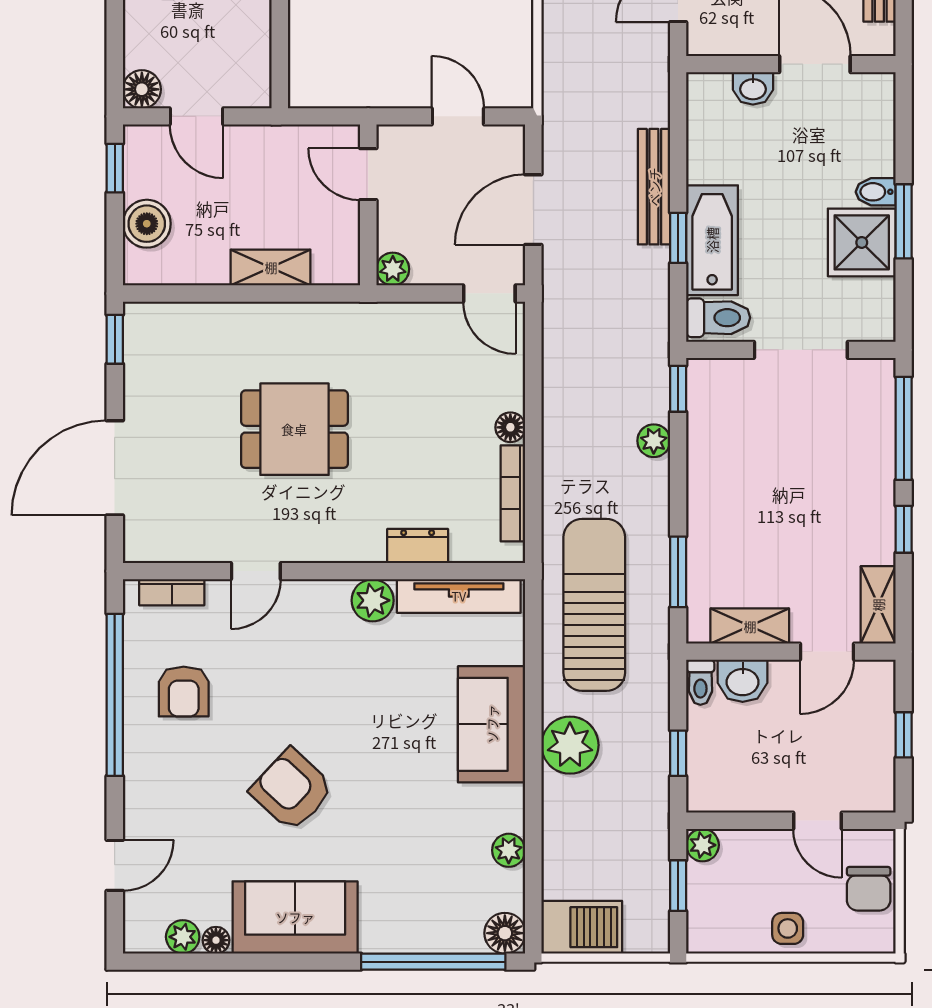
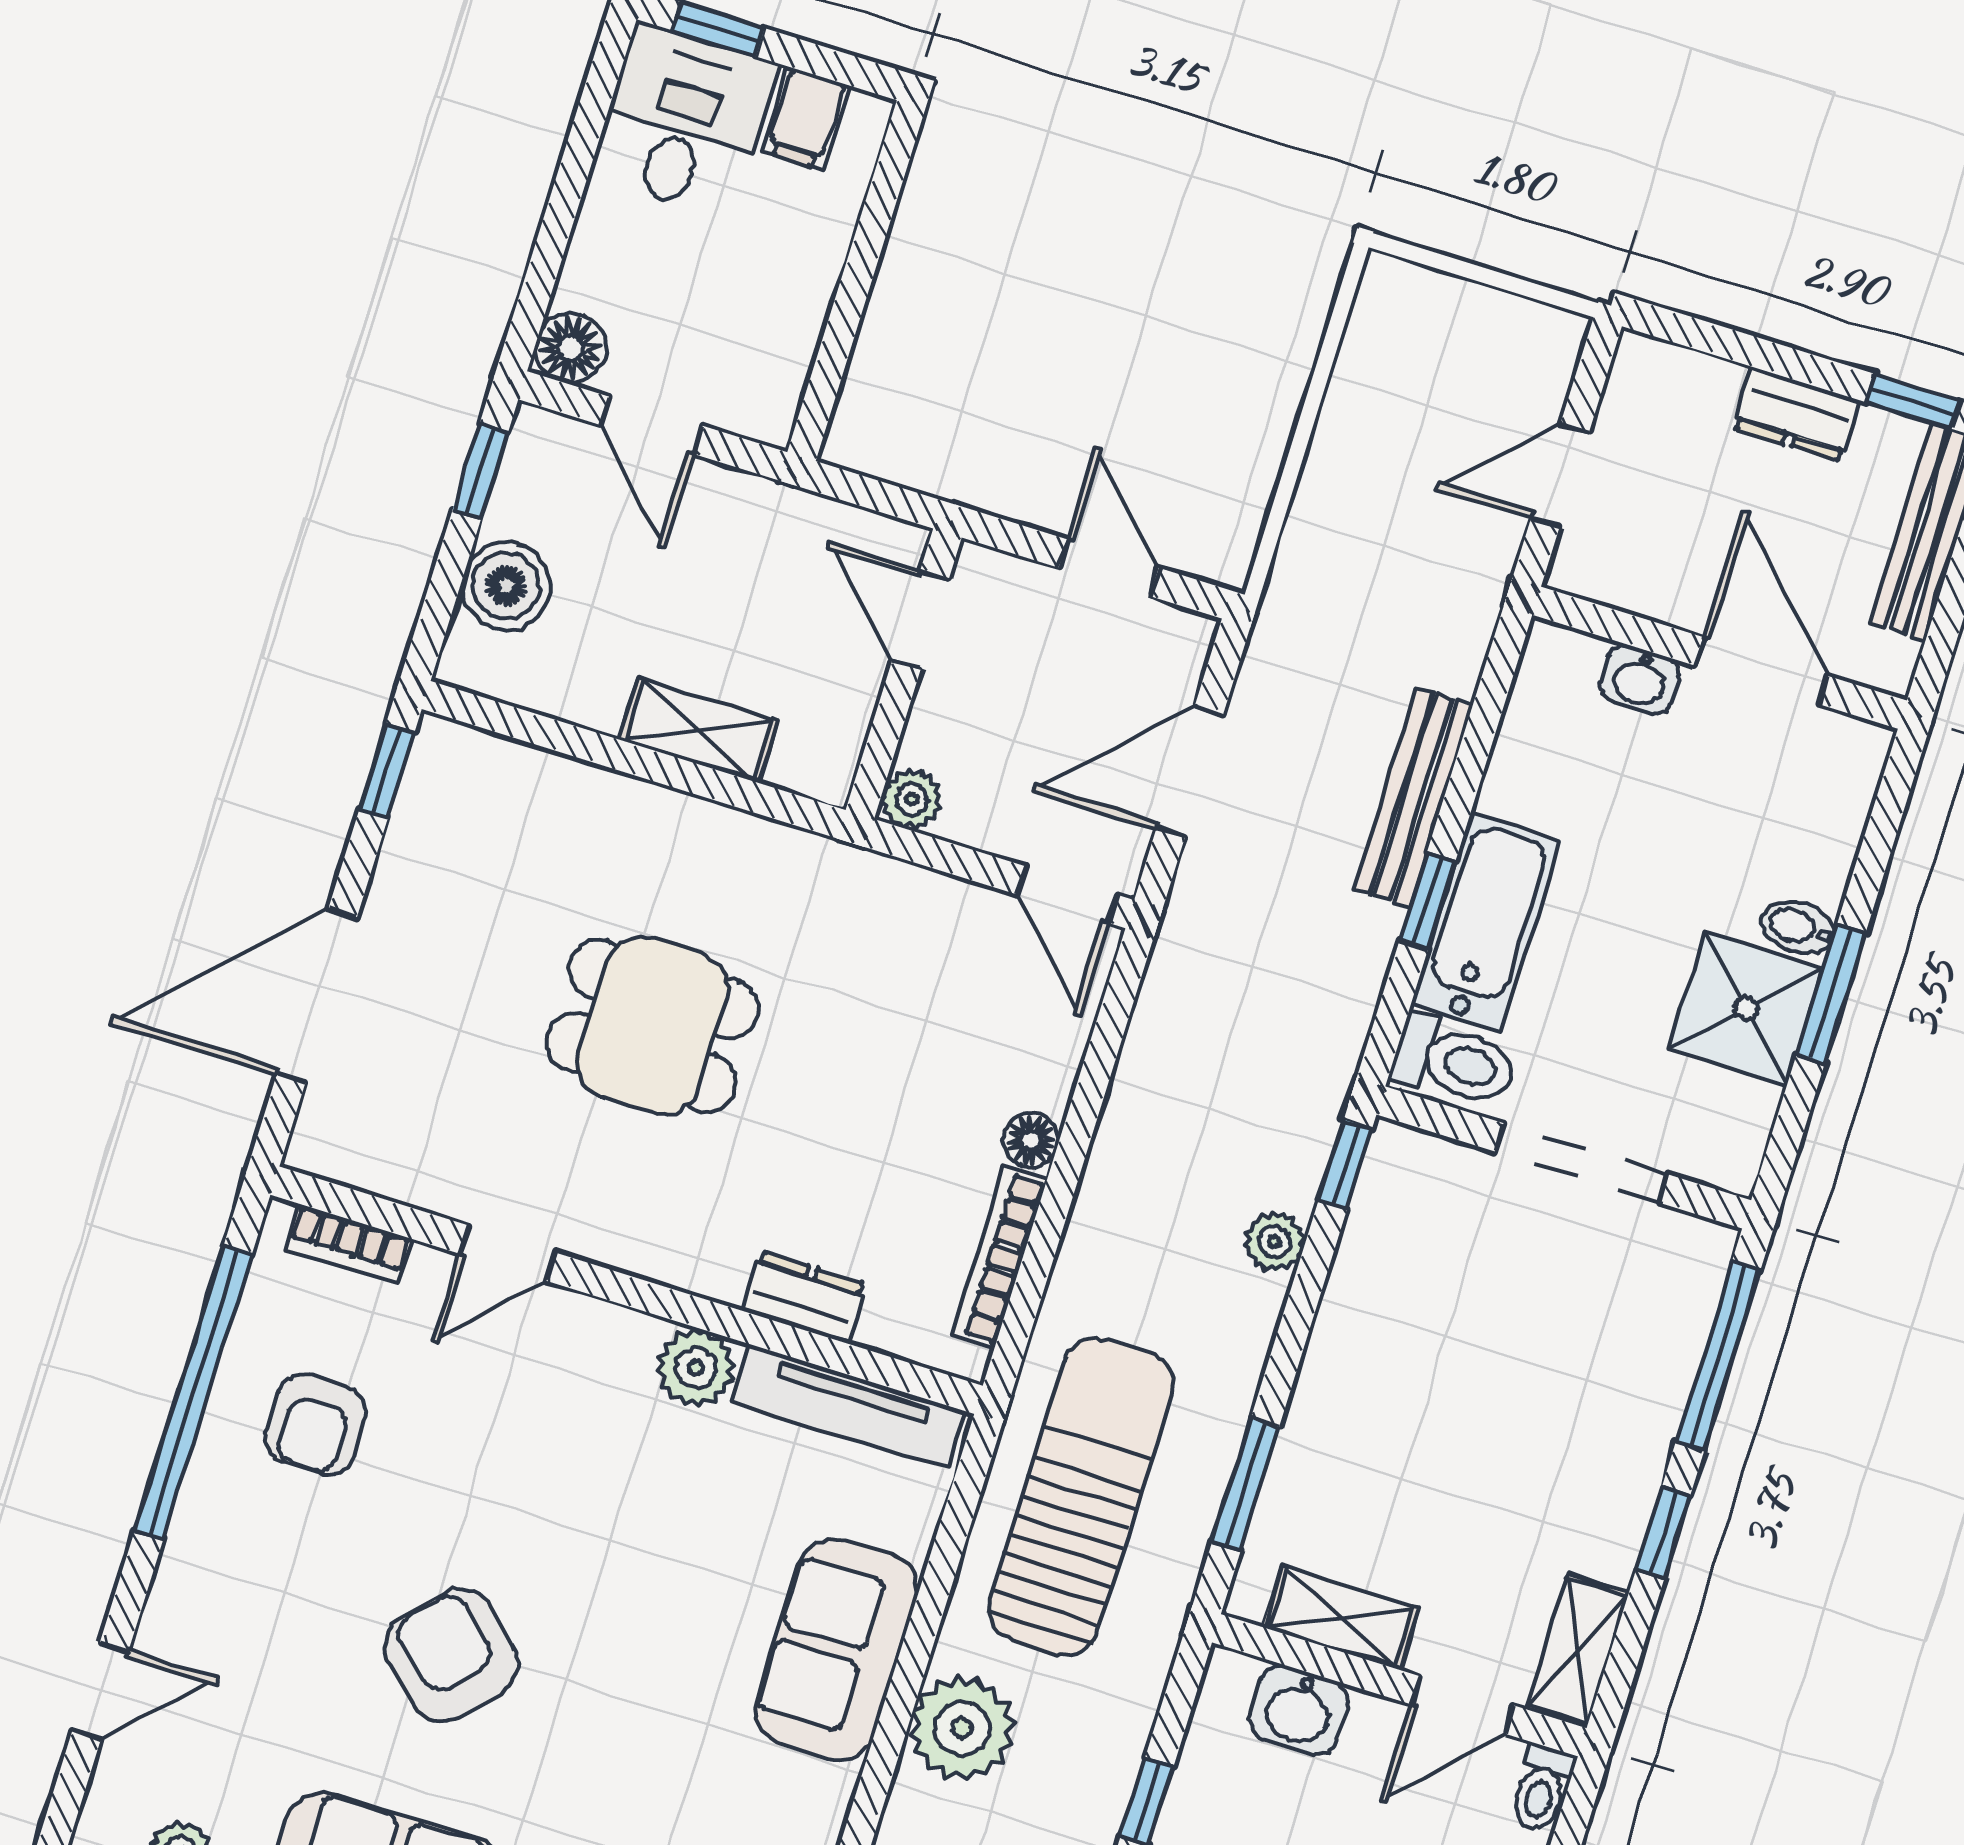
toilet: (700, 682) -> (1542, 1788), moved

